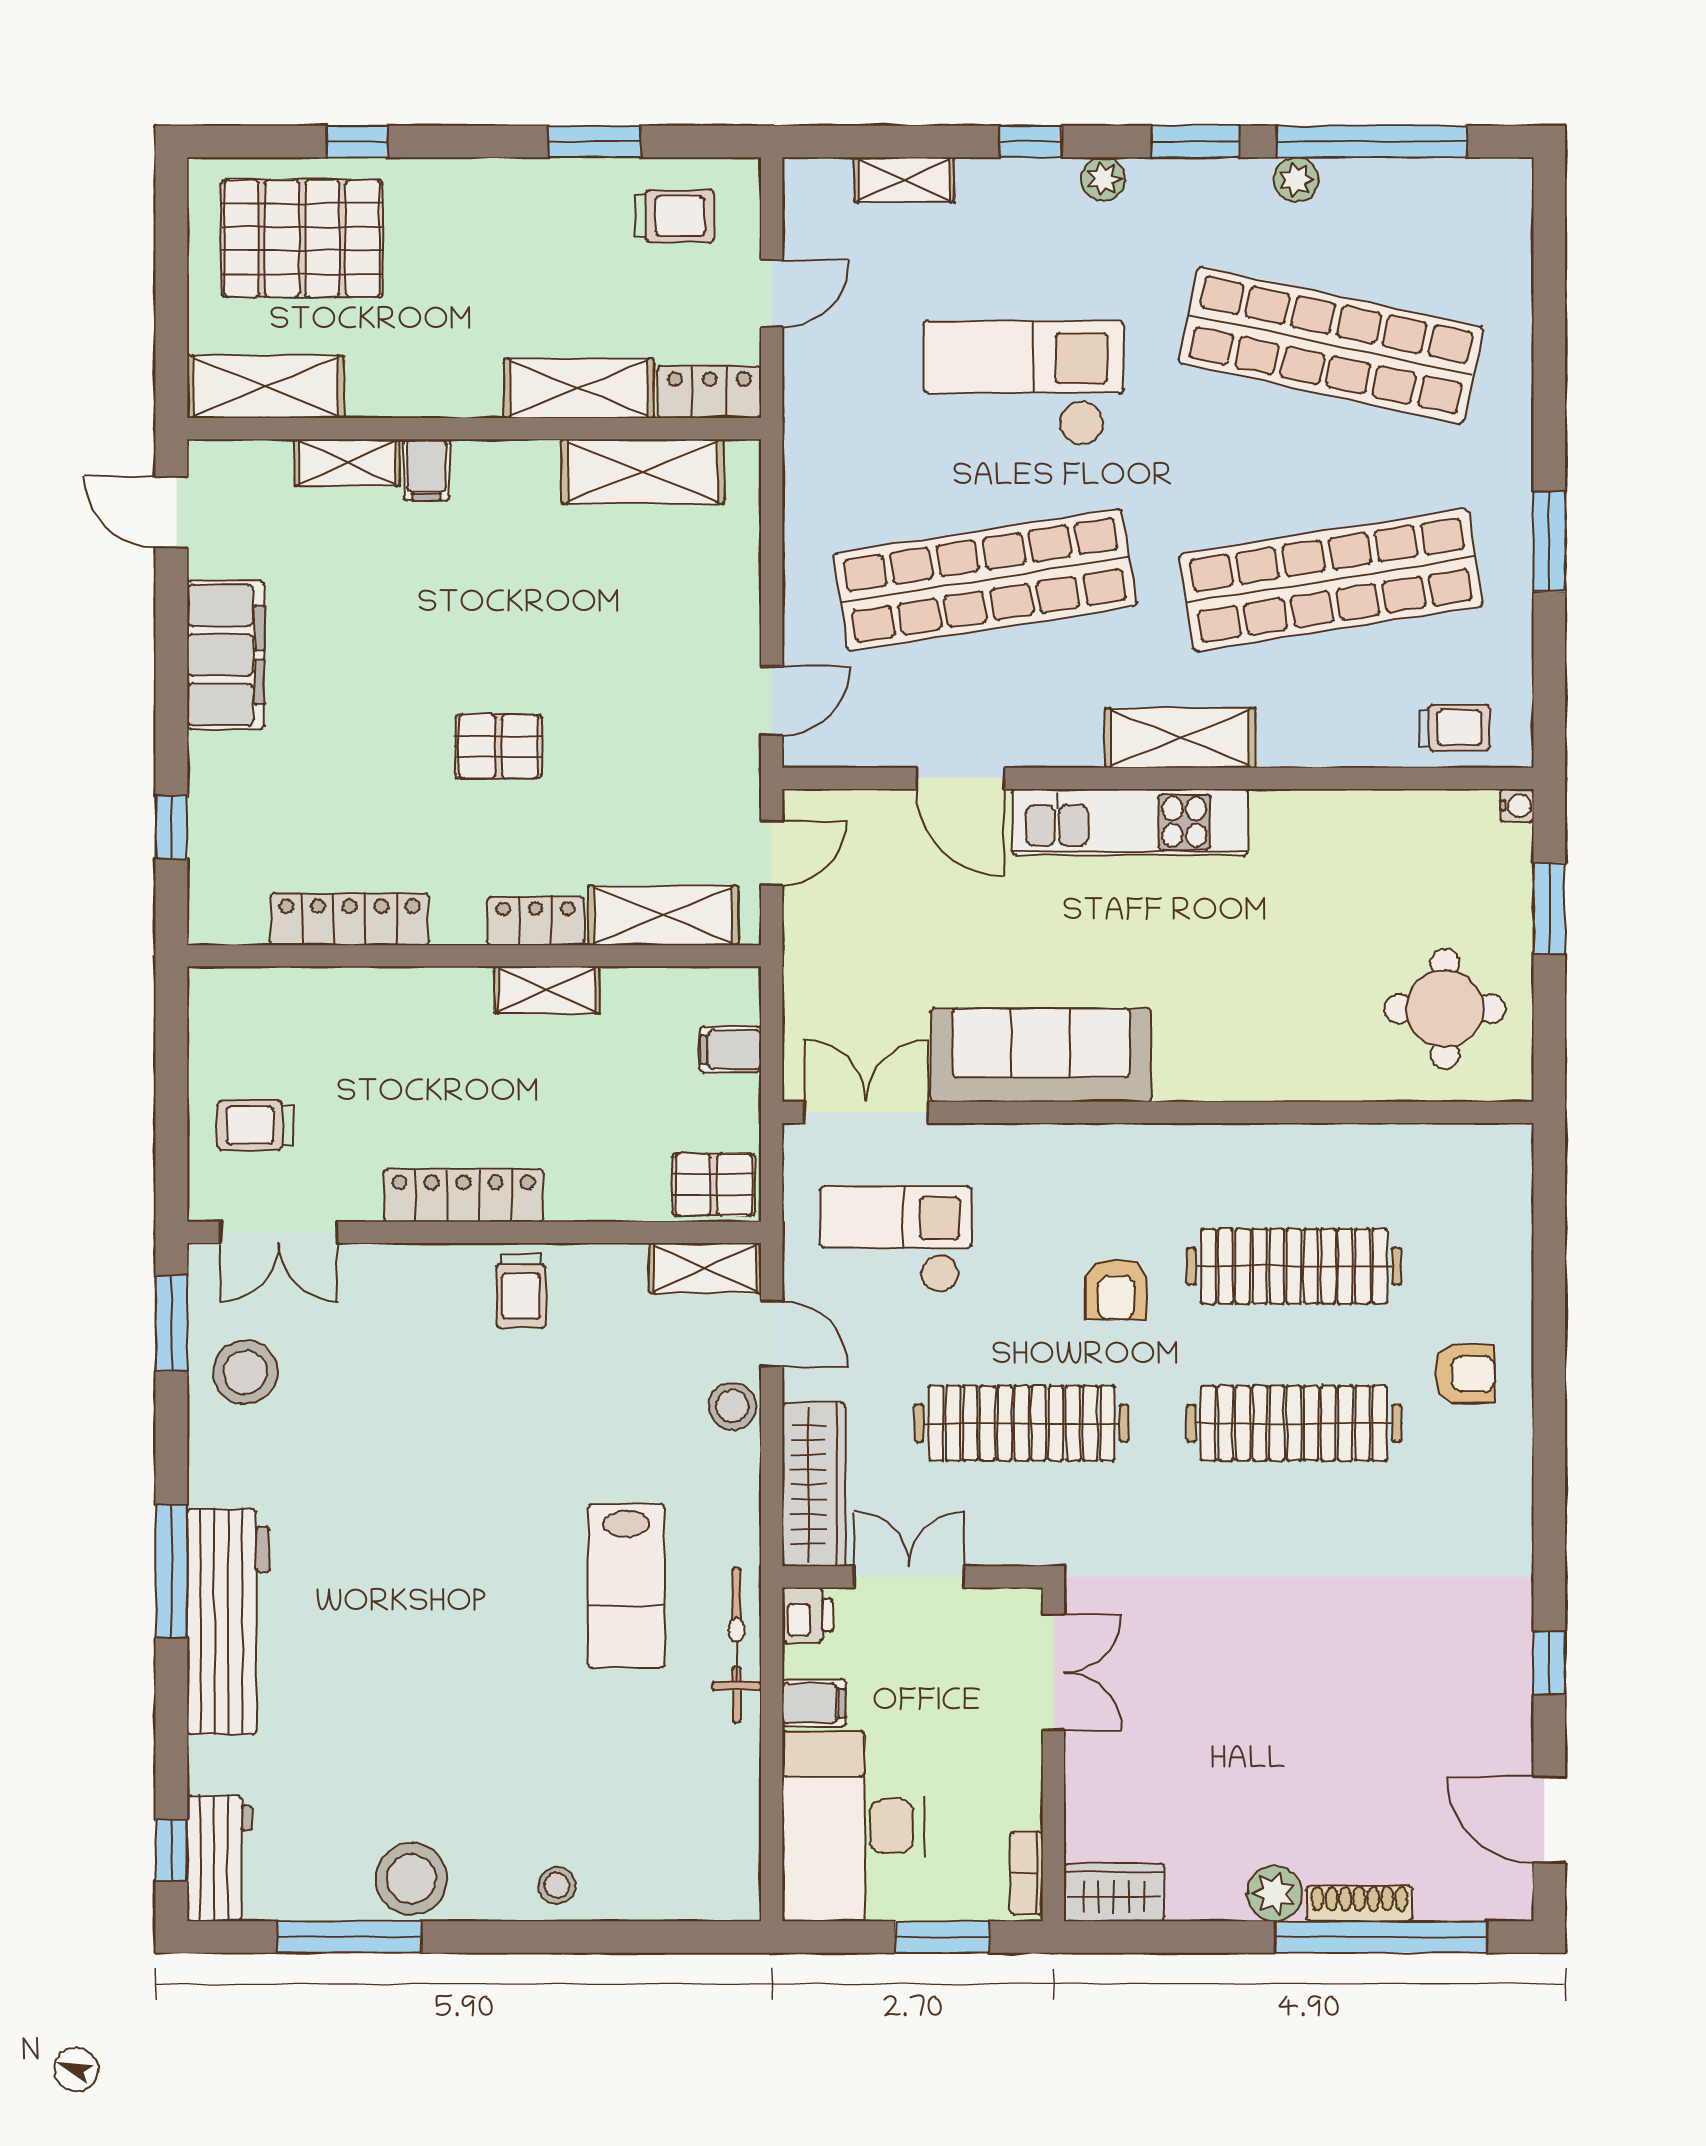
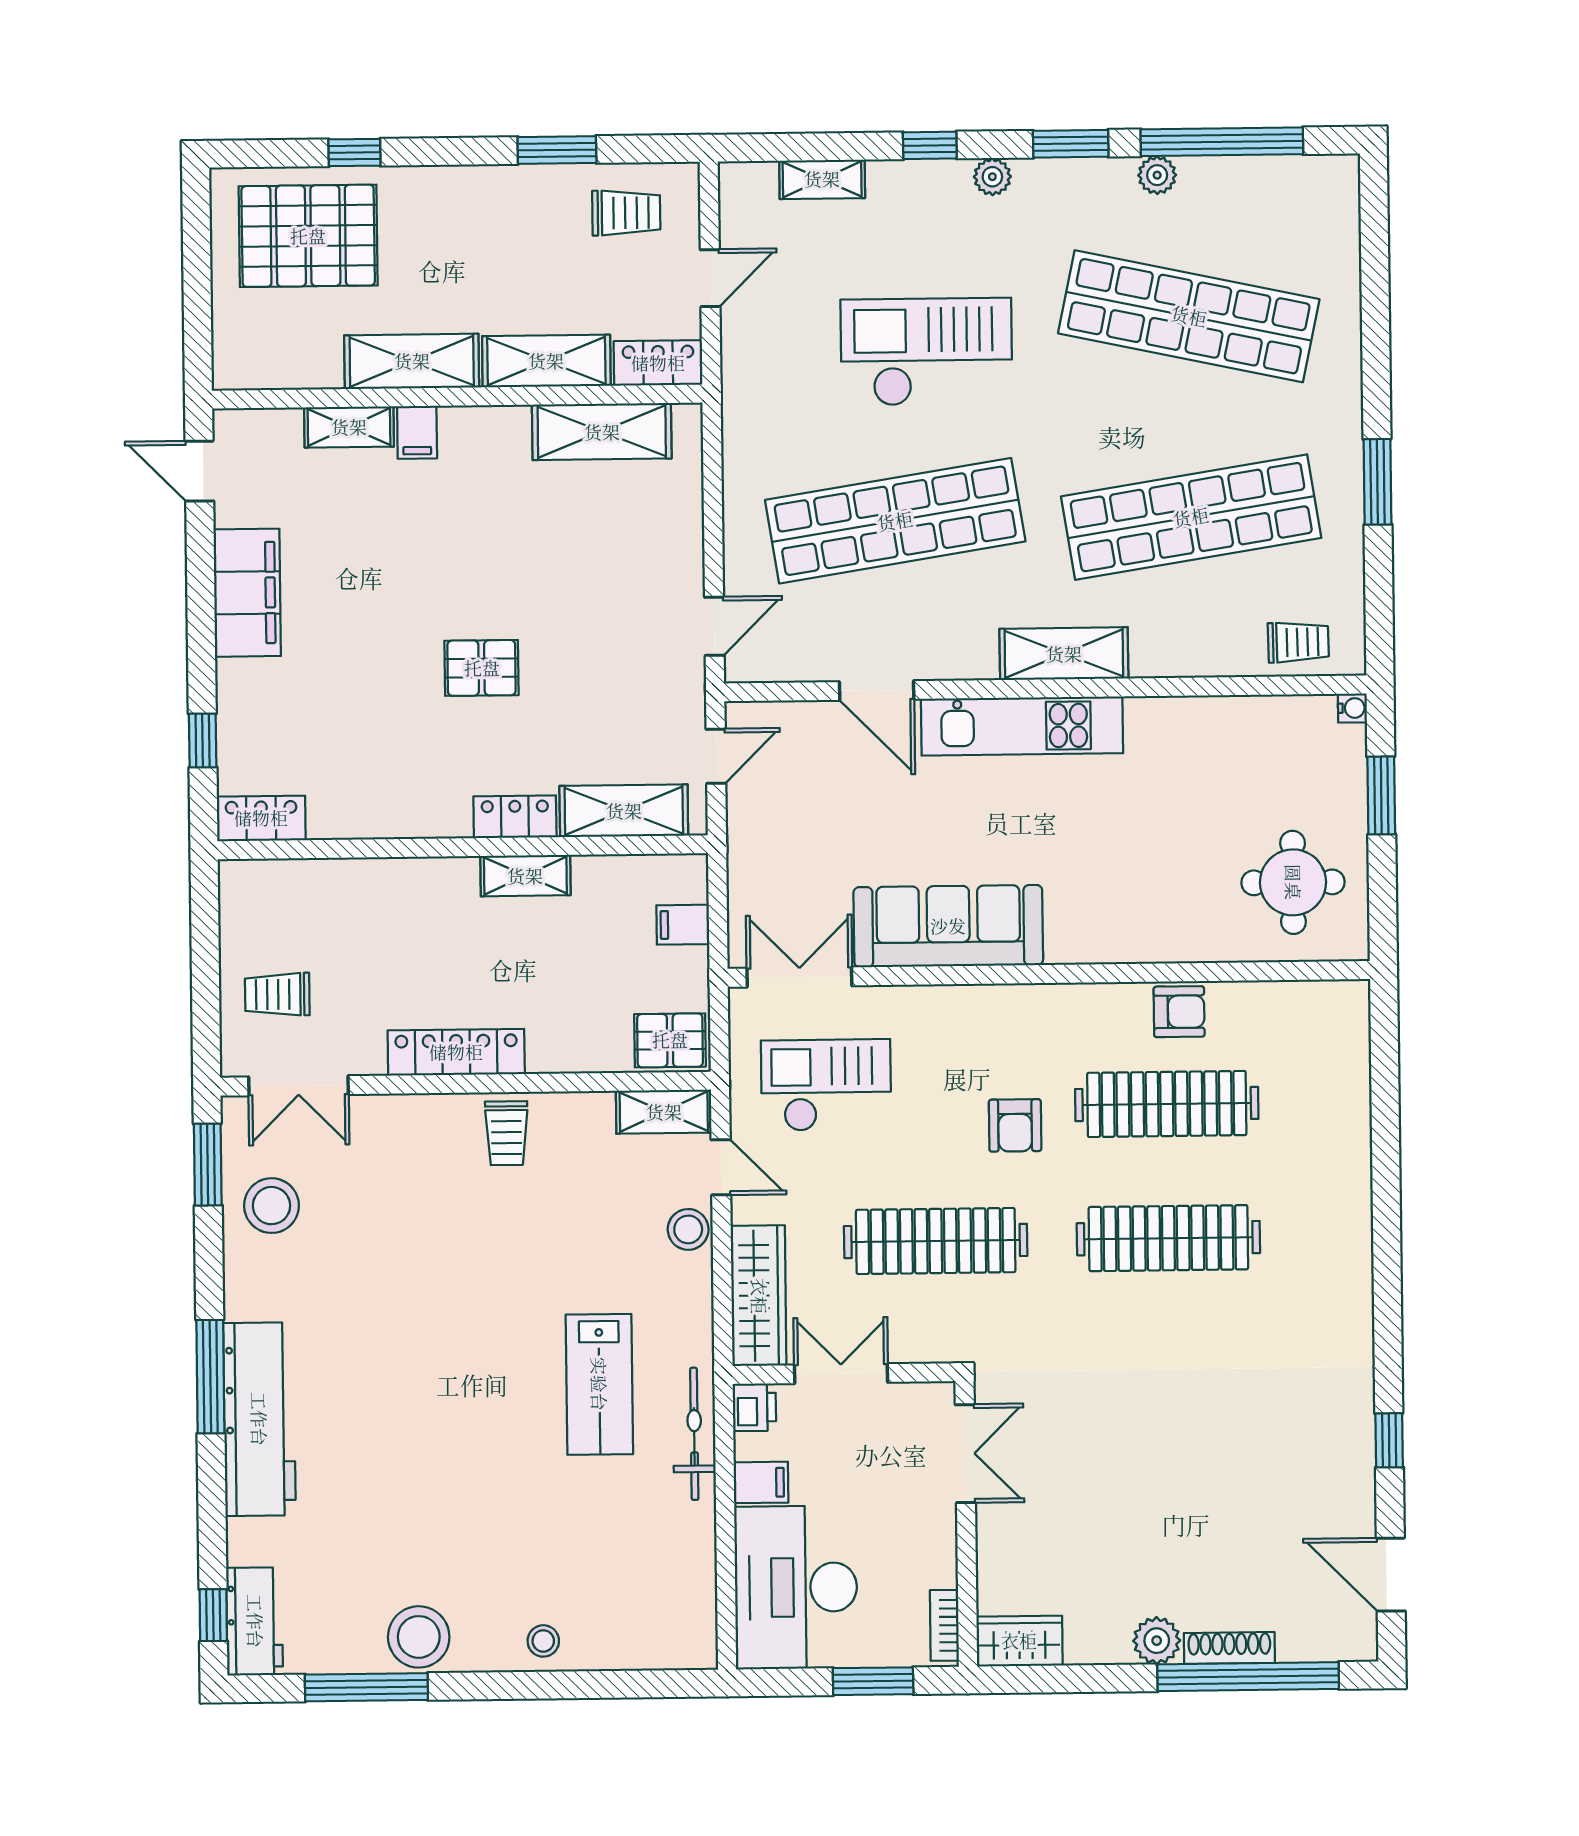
shelving: (266, 387) -> (412, 361), moved
locker: (350, 919) -> (261, 818), moved, width x0.66
armchair: (1465, 1374) -> (1179, 1012), moved

